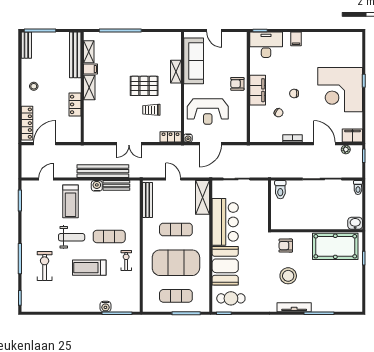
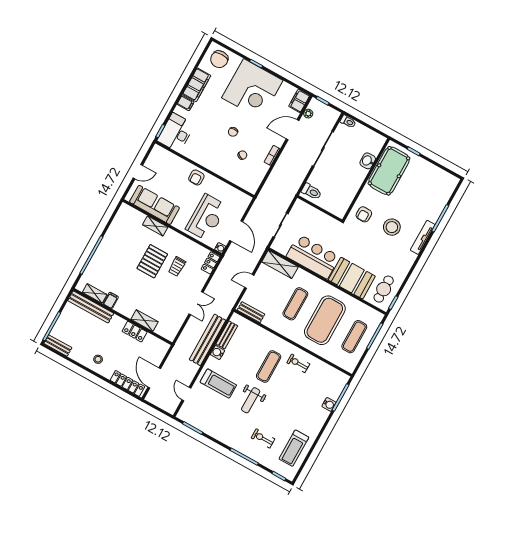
chair: (350, 47) -> (219, 59), added
shelving: (89, 87) -> (145, 321), moved
filing cabinet: (258, 90) -> (197, 85), moved, turned 90
bench: (148, 200) -> (251, 312), width x0.73
washbasin: (355, 223) -> (368, 161), moved
weight bench: (72, 237) -> (251, 400), turned 180
exercise bike: (45, 266) -> (263, 438), width x0.73, depth x0.72
treadmill: (89, 268) -> (294, 448), moved

